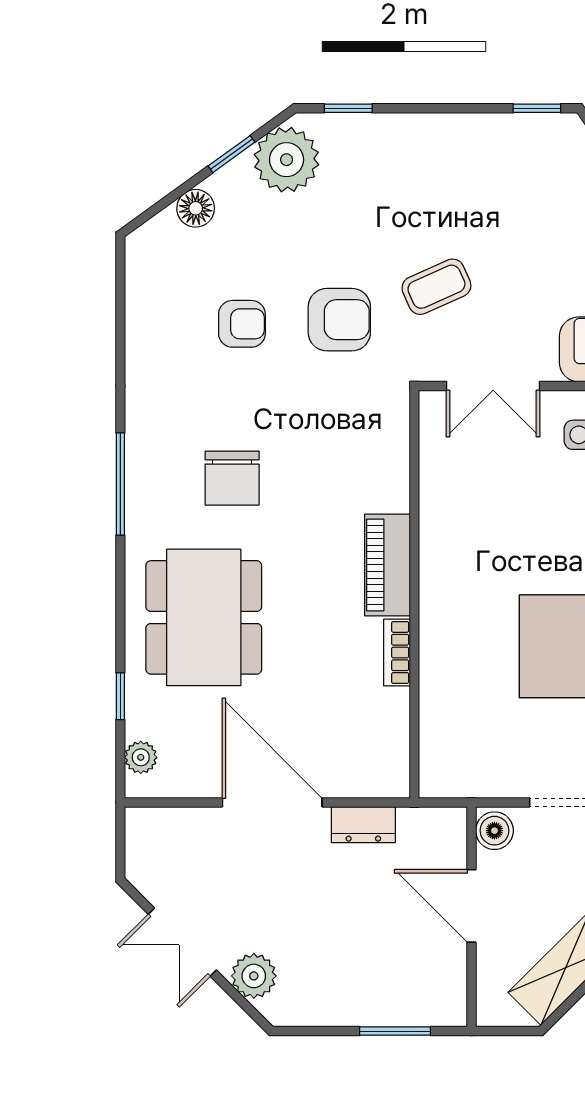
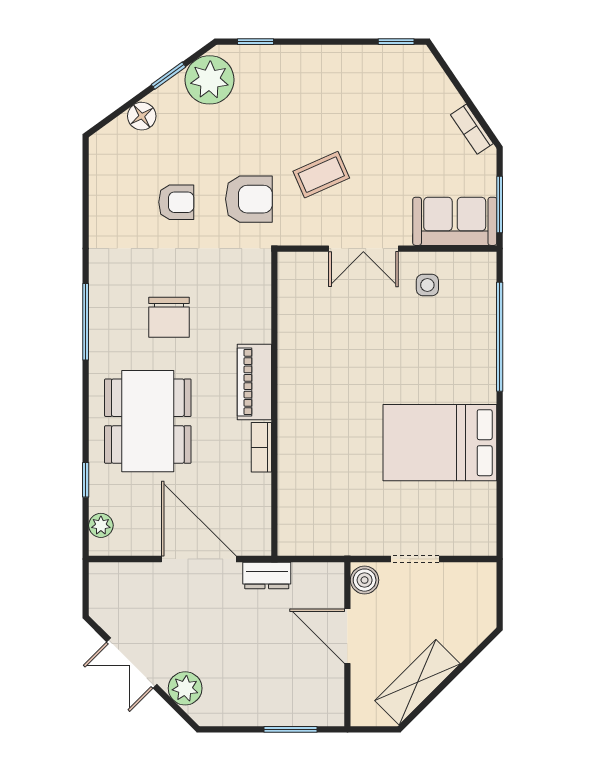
piano: (387, 565) -> (254, 382), moved
wall: (414, 594) -> (274, 404), moved
bookcase: (397, 652) -> (261, 447), moved

